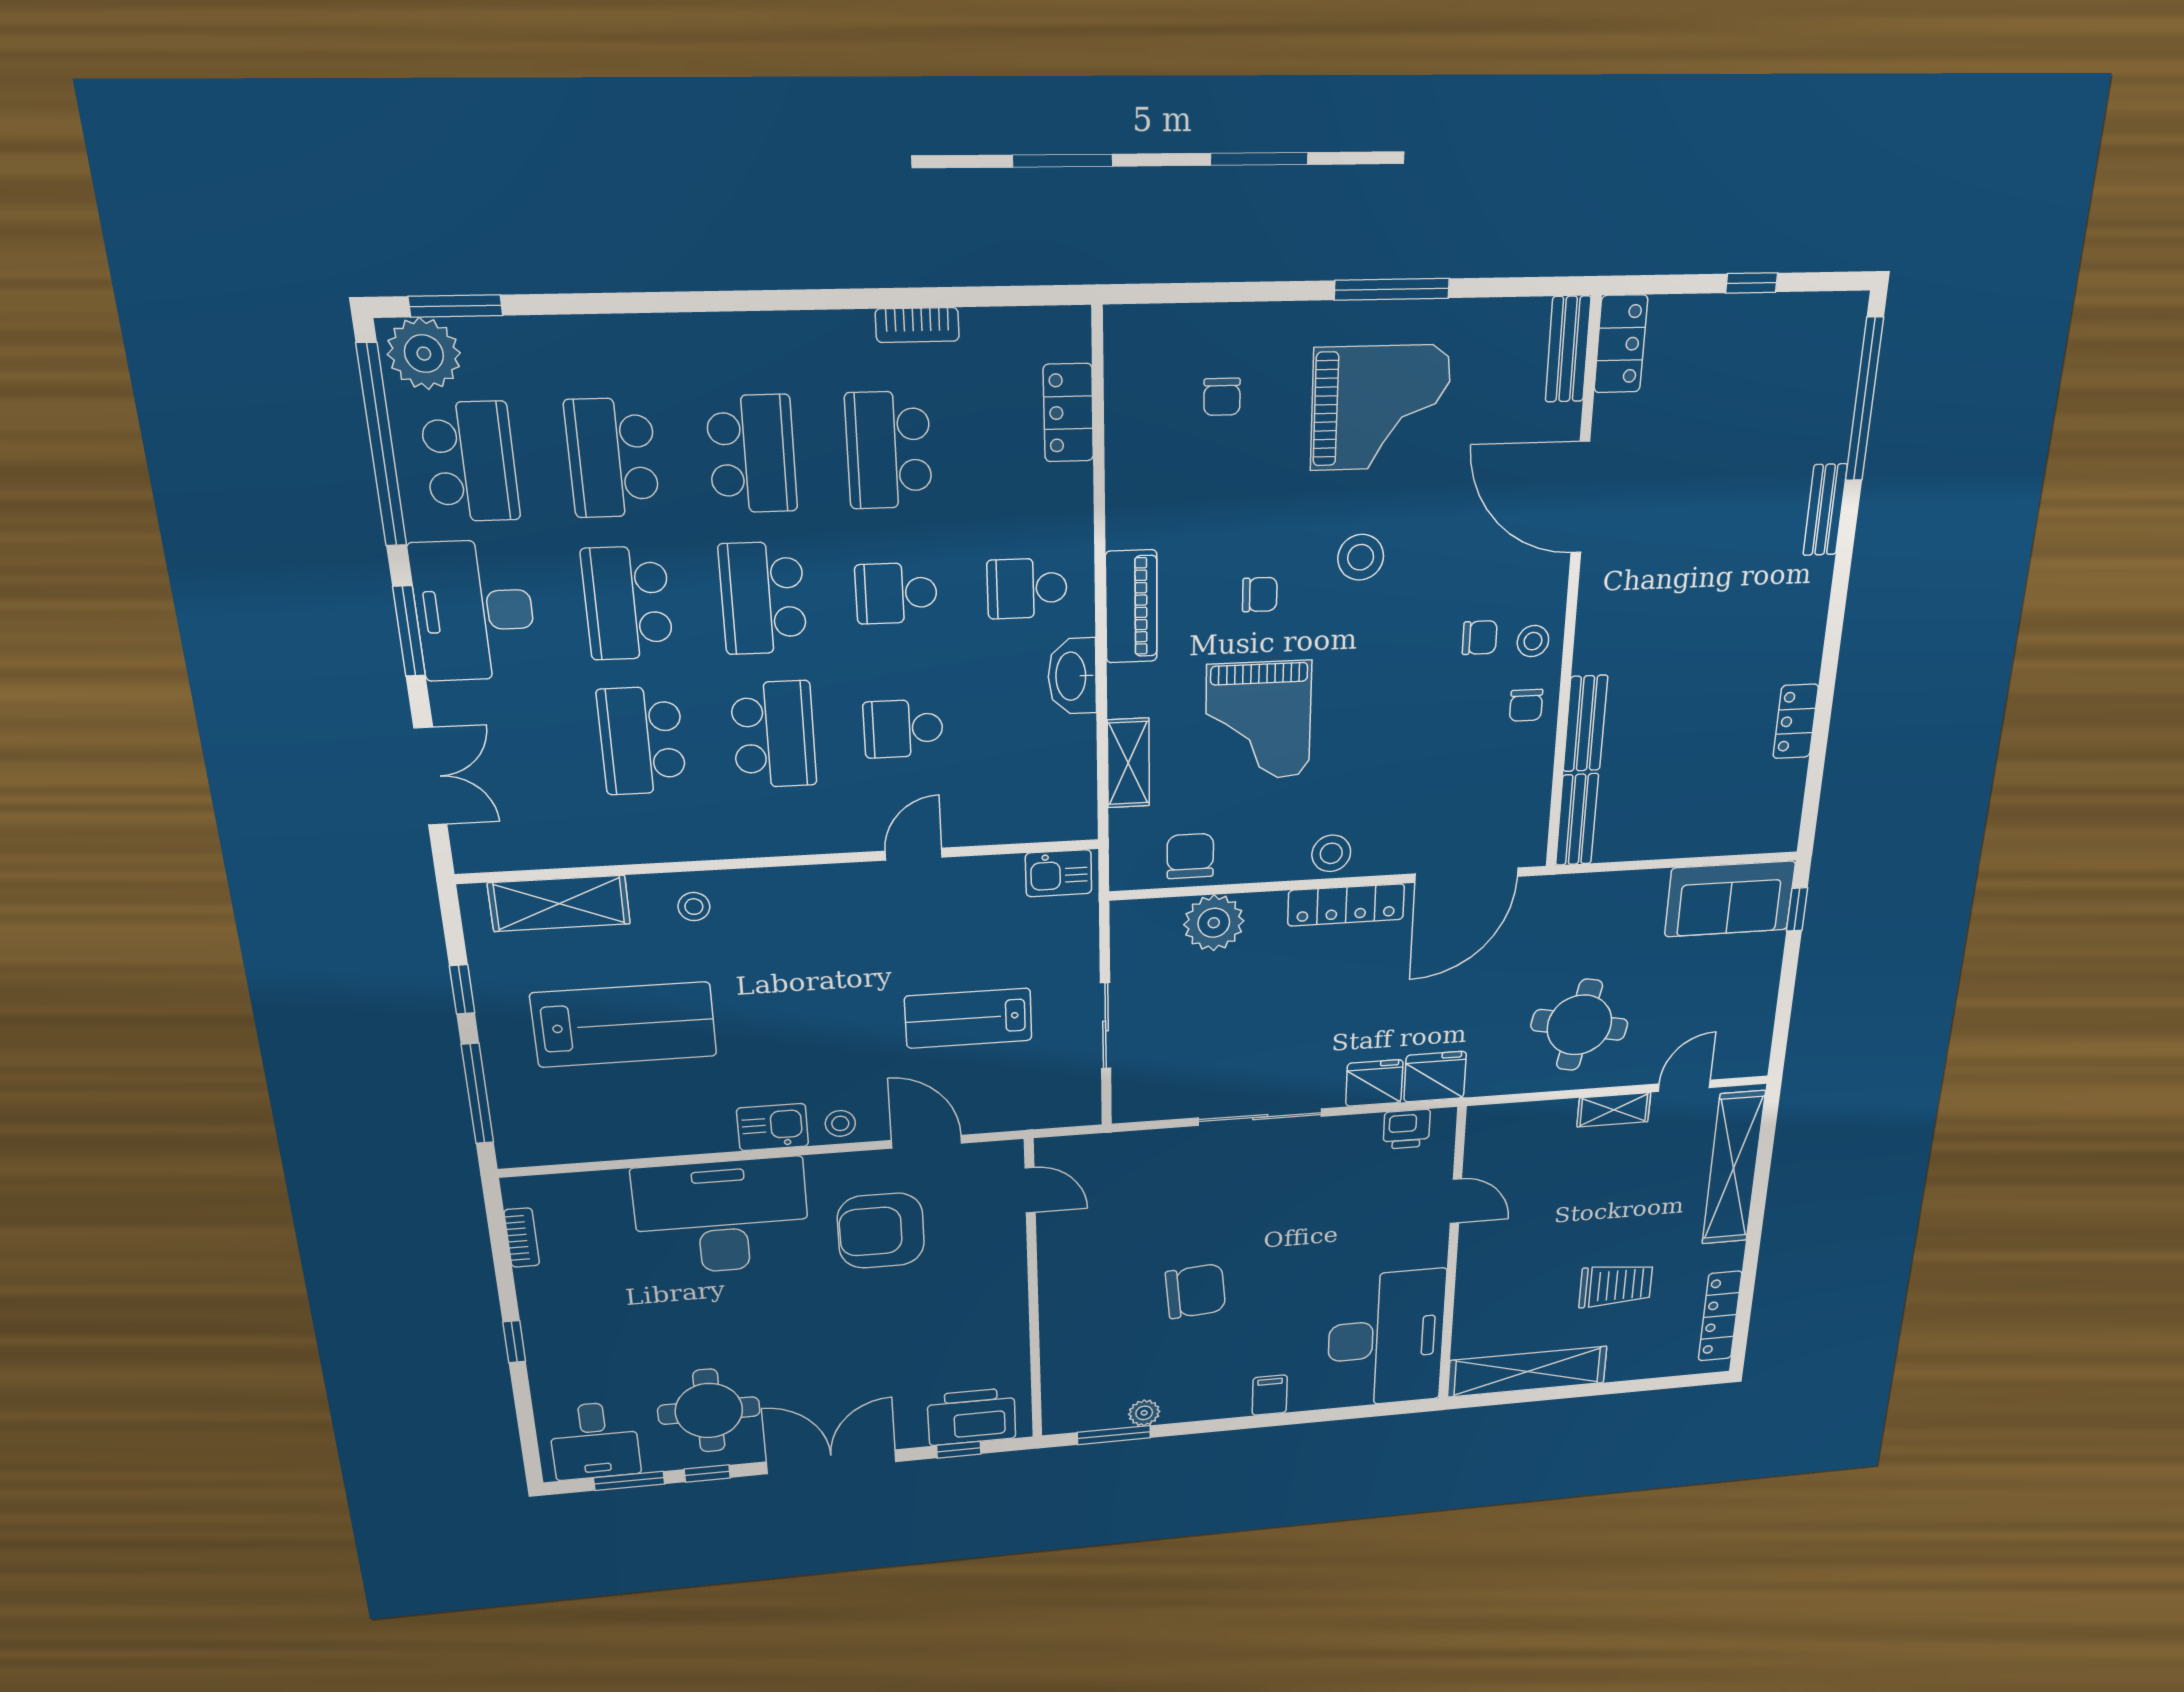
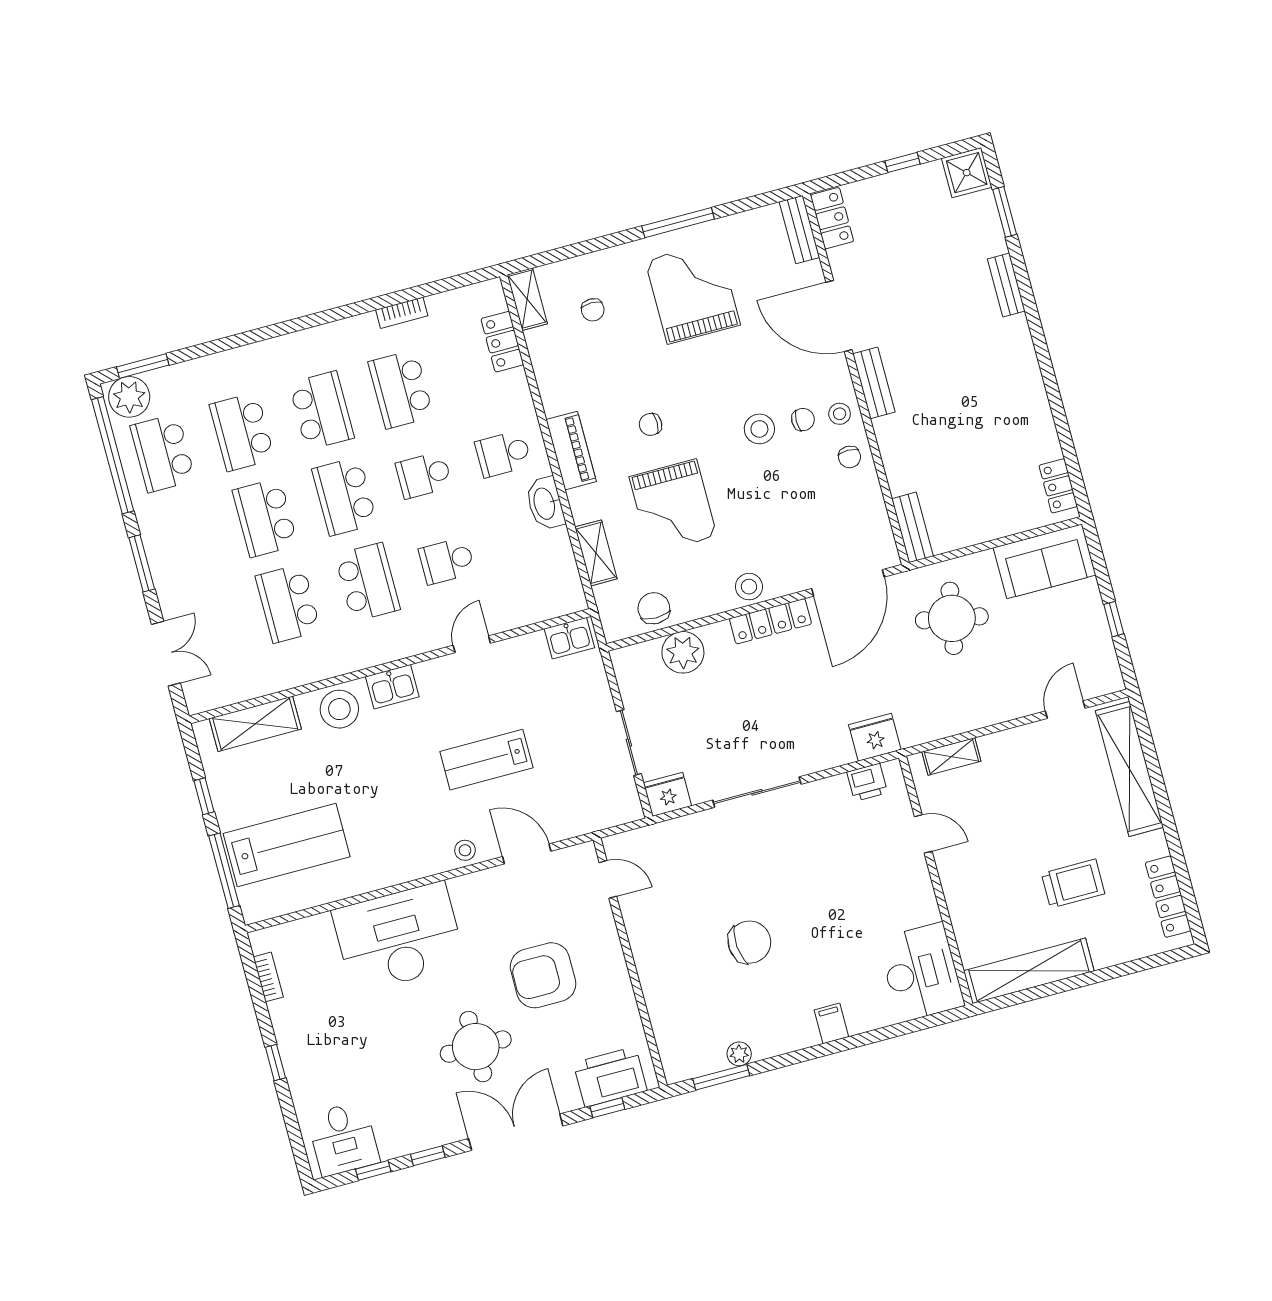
shower: (1835, 325) -> (967, 173), added
shelving: (1125, 354) -> (527, 299), added
window: (1864, 400) -> (1005, 212), width x0.47
grand piano: (1381, 408) -> (693, 293), turned -90
school desk: (470, 462) -> (163, 453), turned 180
stool: (1361, 557) -> (759, 429), moved
chair: (1260, 595) -> (651, 424), turned 180
desk: (474, 611) -> (177, 542), removed
locker: (1796, 721) -> (1058, 486), moved
bench: (1585, 724) -> (874, 383), moved
stool: (694, 907) -> (339, 709), width x1.89, depth x1.89
window: (1797, 909) -> (1114, 619), moved
lab bench: (968, 1018) -> (486, 760), moved
lab bench: (624, 1025) -> (287, 845), moved
round table: (1579, 1025) -> (952, 618), moved
fridge: (1374, 1083) -> (667, 794), moved
shelving: (1614, 1110) -> (951, 756), moved
kitchen sink: (773, 1127) -> (392, 687), moved, turned 180
armchair: (881, 1231) -> (543, 975), moved
desk: (1386, 1339) -> (921, 972), width x0.73, depth x0.77
round table: (709, 1411) -> (476, 1047), moved
window: (629, 1481) -> (373, 1170), width x0.67

